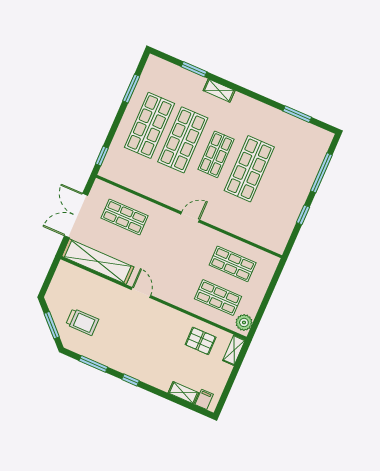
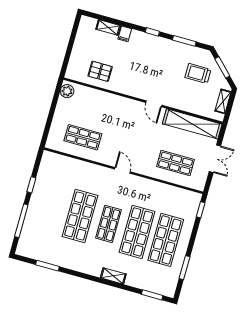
window: (194, 69) -> (152, 295), moved
double door: (76, 216) -> (215, 159), width x0.73
door: (190, 217) -> (122, 170), swing flipped
shop shelf: (218, 298) -> (91, 108), removed
shelving: (234, 350) -> (223, 101), moved
filing cabinet: (204, 399) -> (125, 34), moved

